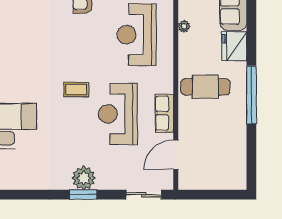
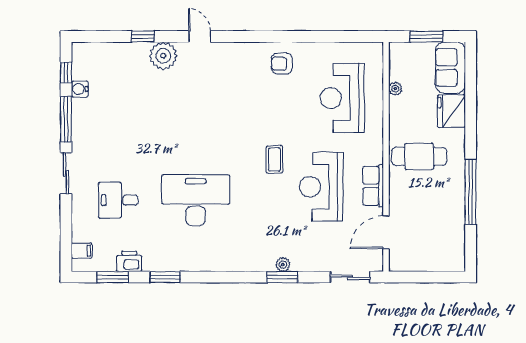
coffee table: (76, 90) -> (274, 159), turned 90
window: (251, 95) -> (471, 192), moved
plant: (84, 178) -> (283, 265), width x0.53, depth x0.53

